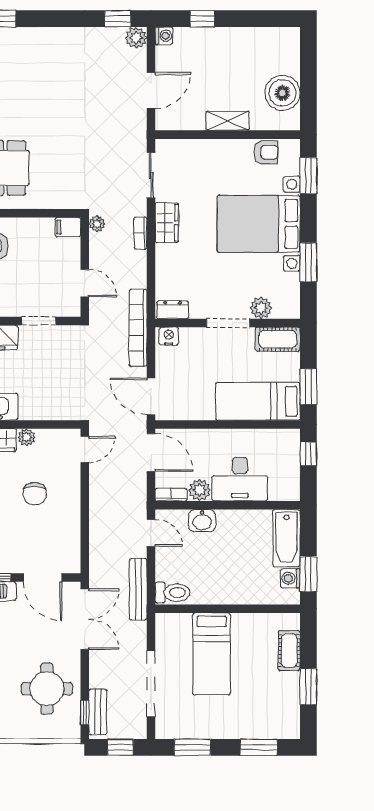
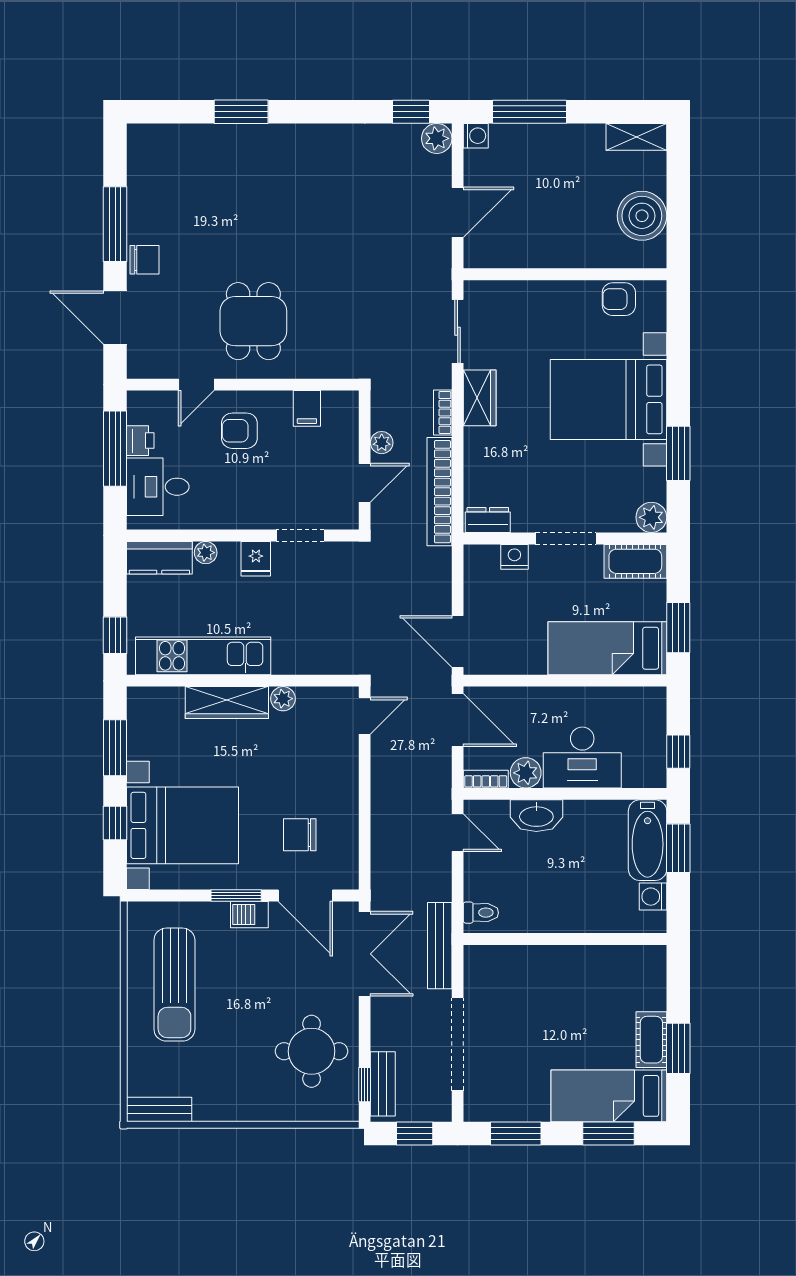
window: (202, 19) -> (529, 112), width x2.17
shelving: (228, 121) -> (636, 137), moved
armchair: (266, 152) -> (619, 299), turned 180
window: (308, 176) -> (678, 332), removed
plant: (97, 224) -> (382, 443), moved
filing cabinet: (68, 227) -> (307, 408), moved, turned -90
door: (85, 283) -> (365, 483), hinge flipped
plant: (261, 308) -> (651, 517), moved
bookcase: (138, 328) -> (439, 492), moved
nightstand: (169, 336) -> (514, 557), moved
window: (308, 454) -> (678, 752), moved
chair: (35, 494) -> (300, 835), moved, turned 90
washbasin: (202, 521) -> (536, 816), width x1.38
window: (308, 574) -> (678, 848), moved
bench: (138, 589) -> (440, 946), moved
toilet: (173, 593) -> (481, 913), width x0.73, depth x0.72
cot: (289, 651) -> (651, 1040), moved
bed: (212, 654) -> (609, 1096), moved, turned 90

